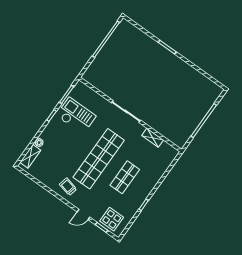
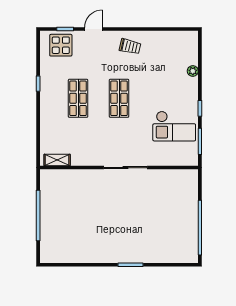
shelving: (153, 138) -> (57, 160), moved
shelving: (30, 156) -> (192, 50), removed
shop shelf: (99, 159) -> (119, 98), width x0.50, depth x0.74

